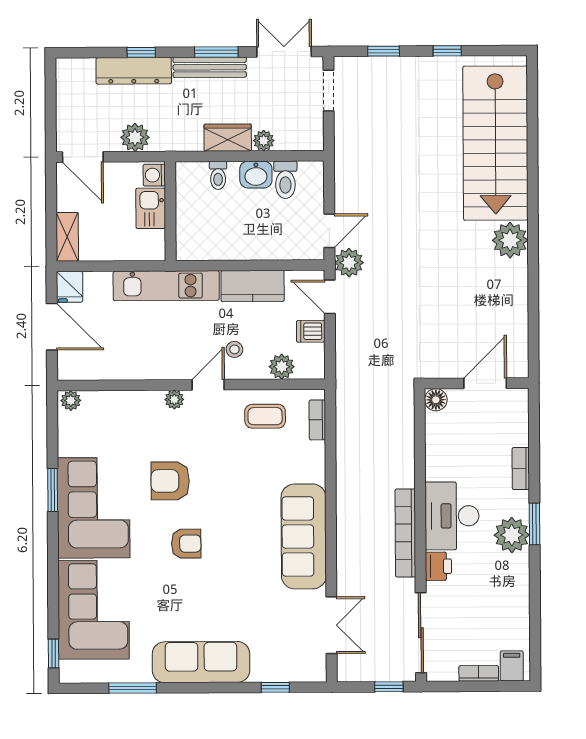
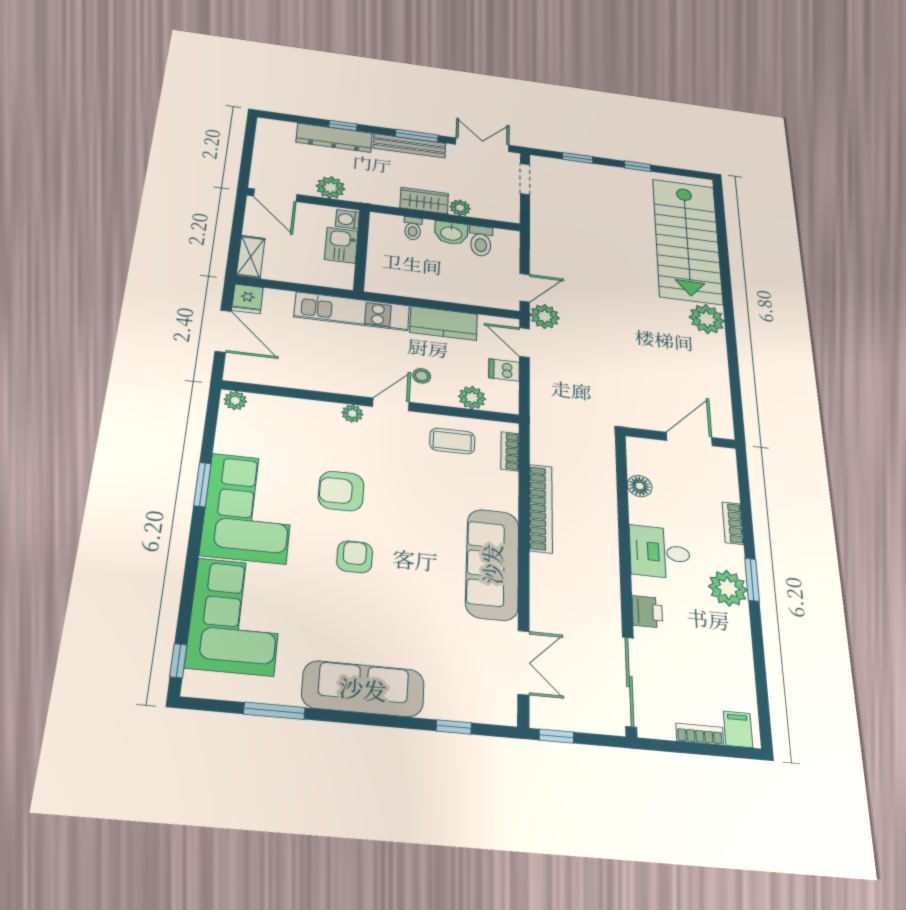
floor lamp: (436, 400) -> (640, 486), moved
desk: (452, 516) -> (660, 552), width x0.73
bookcase: (405, 533) -> (541, 508), moved, turned 180
armchair: (186, 544) -> (355, 557), turned -90
window: (389, 687) -> (556, 736), moved

